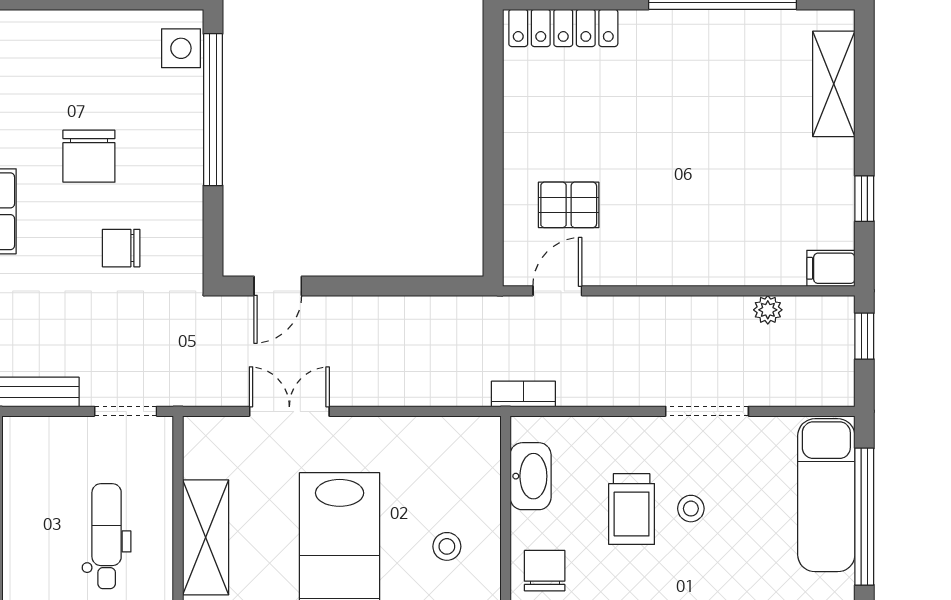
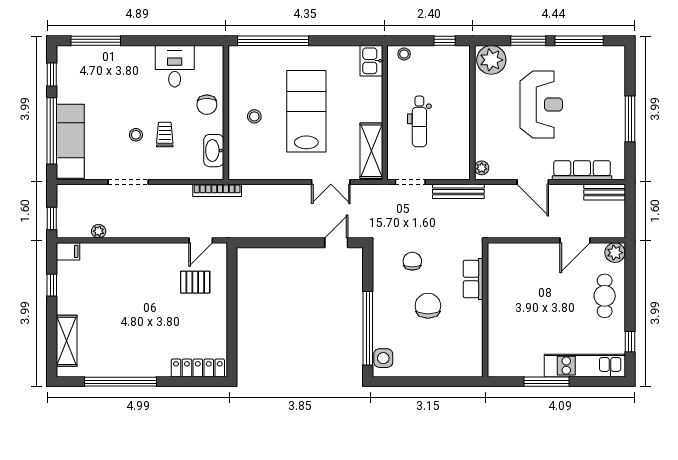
chair: (121, 248) -> (412, 261), turned -90
bookcase: (523, 394) -> (217, 190), width x1.56
trolley: (632, 509) -> (165, 135), width x0.73, depth x0.72
shelving: (206, 537) -> (371, 151), moved

